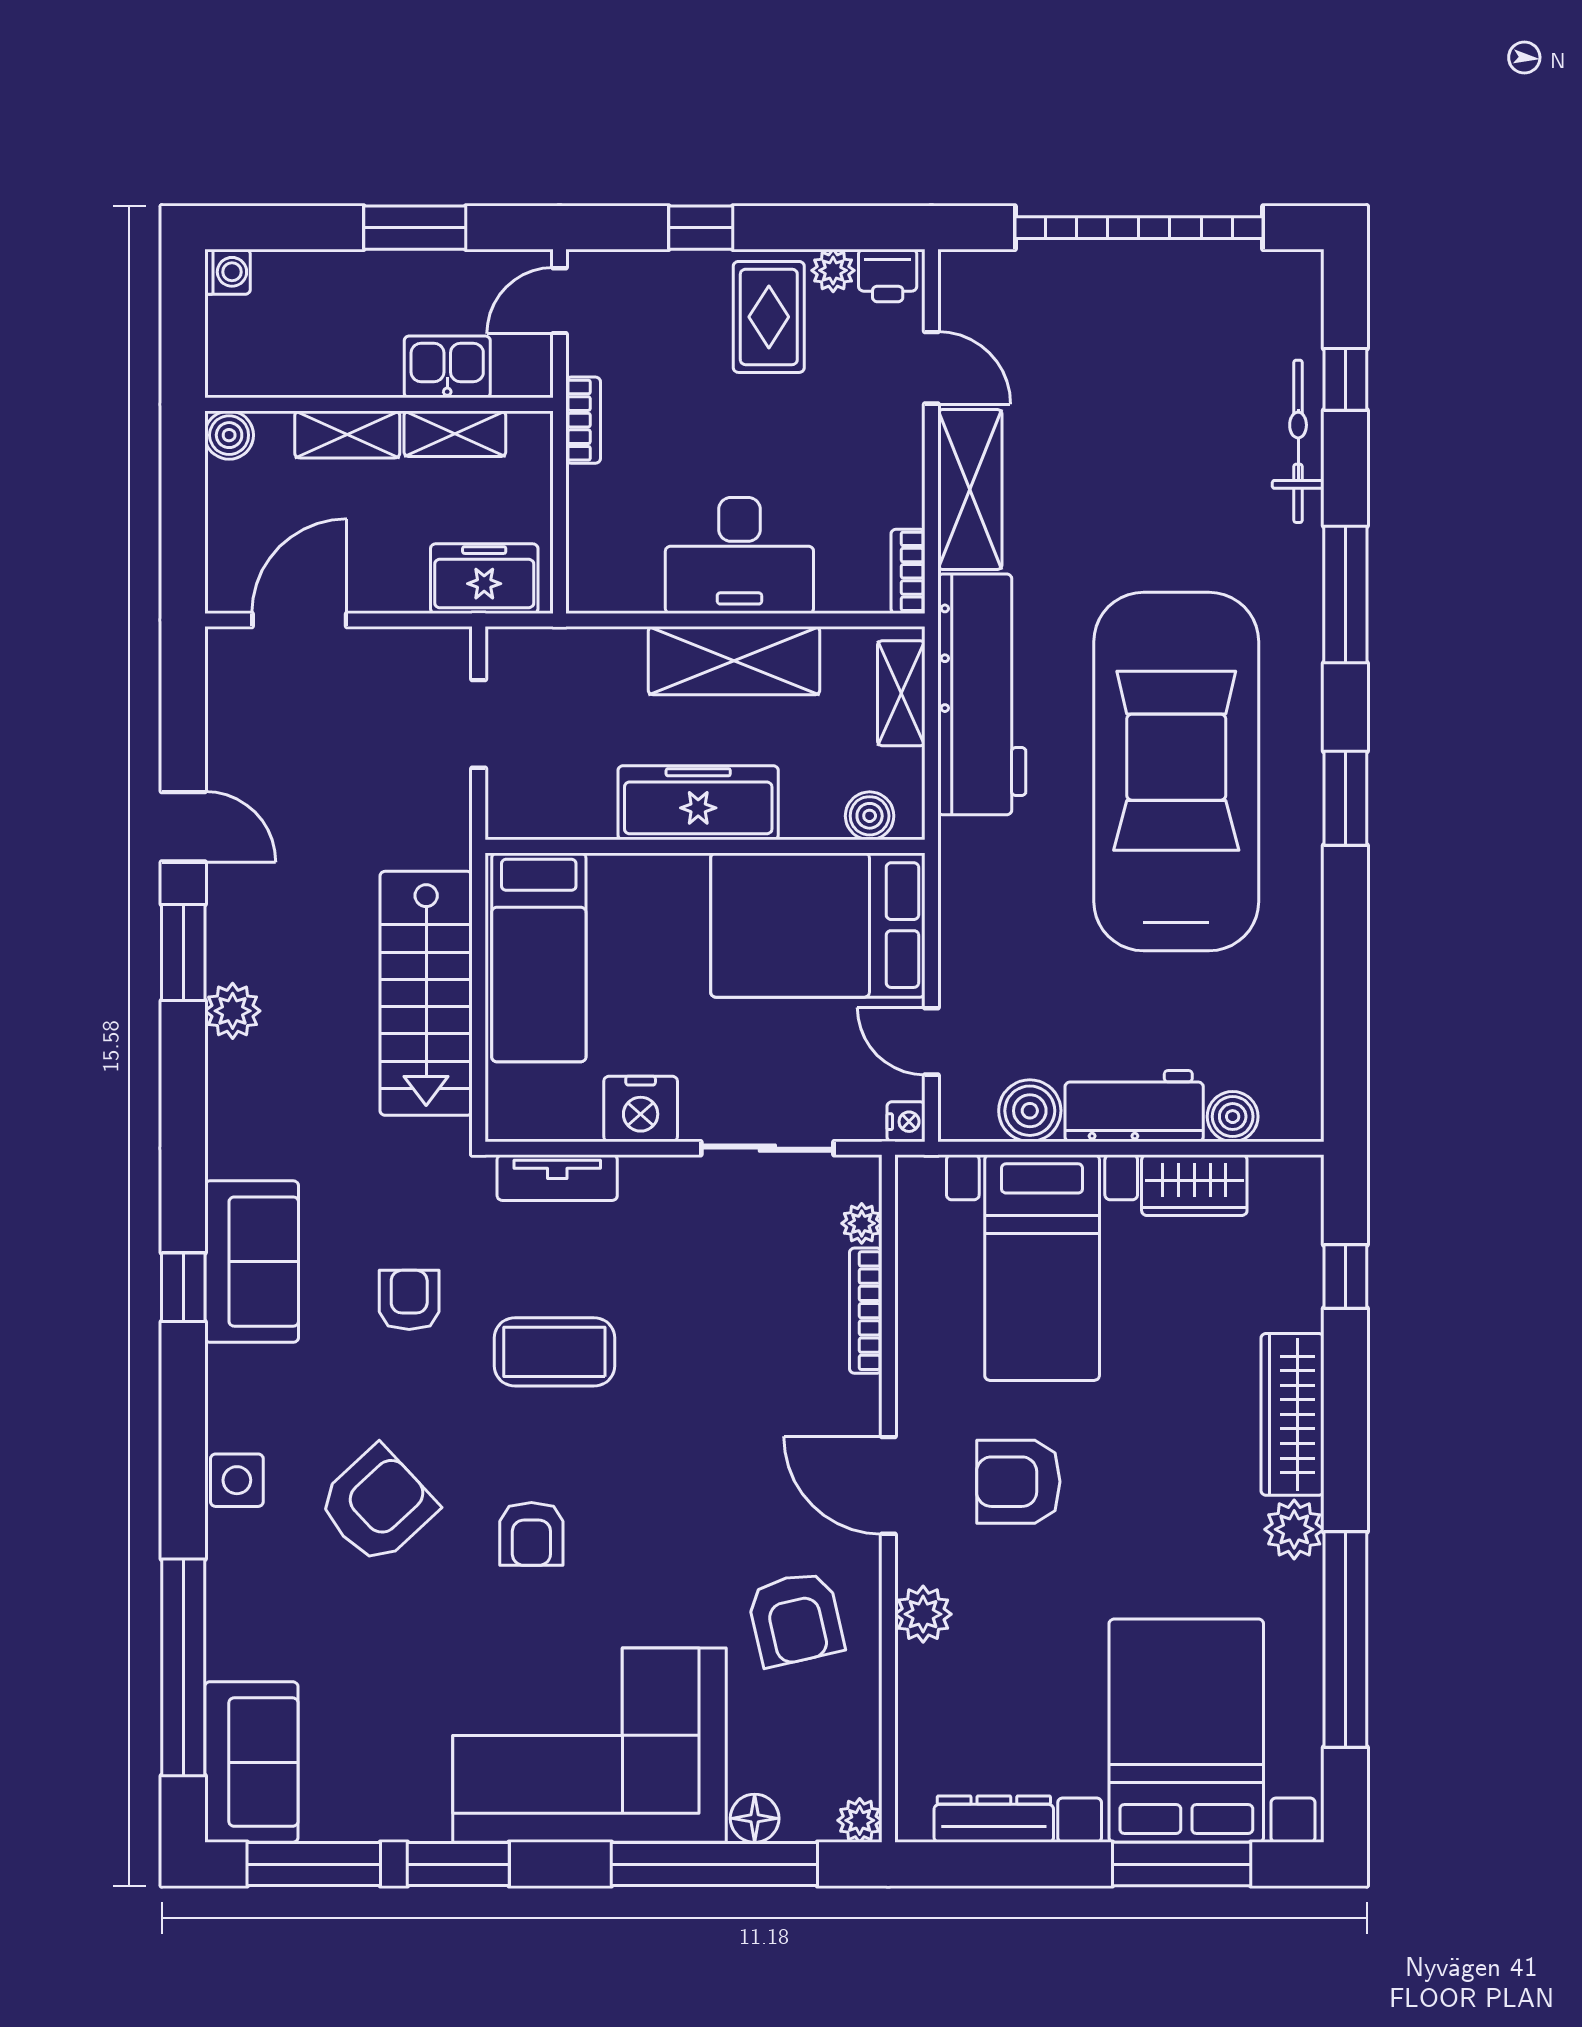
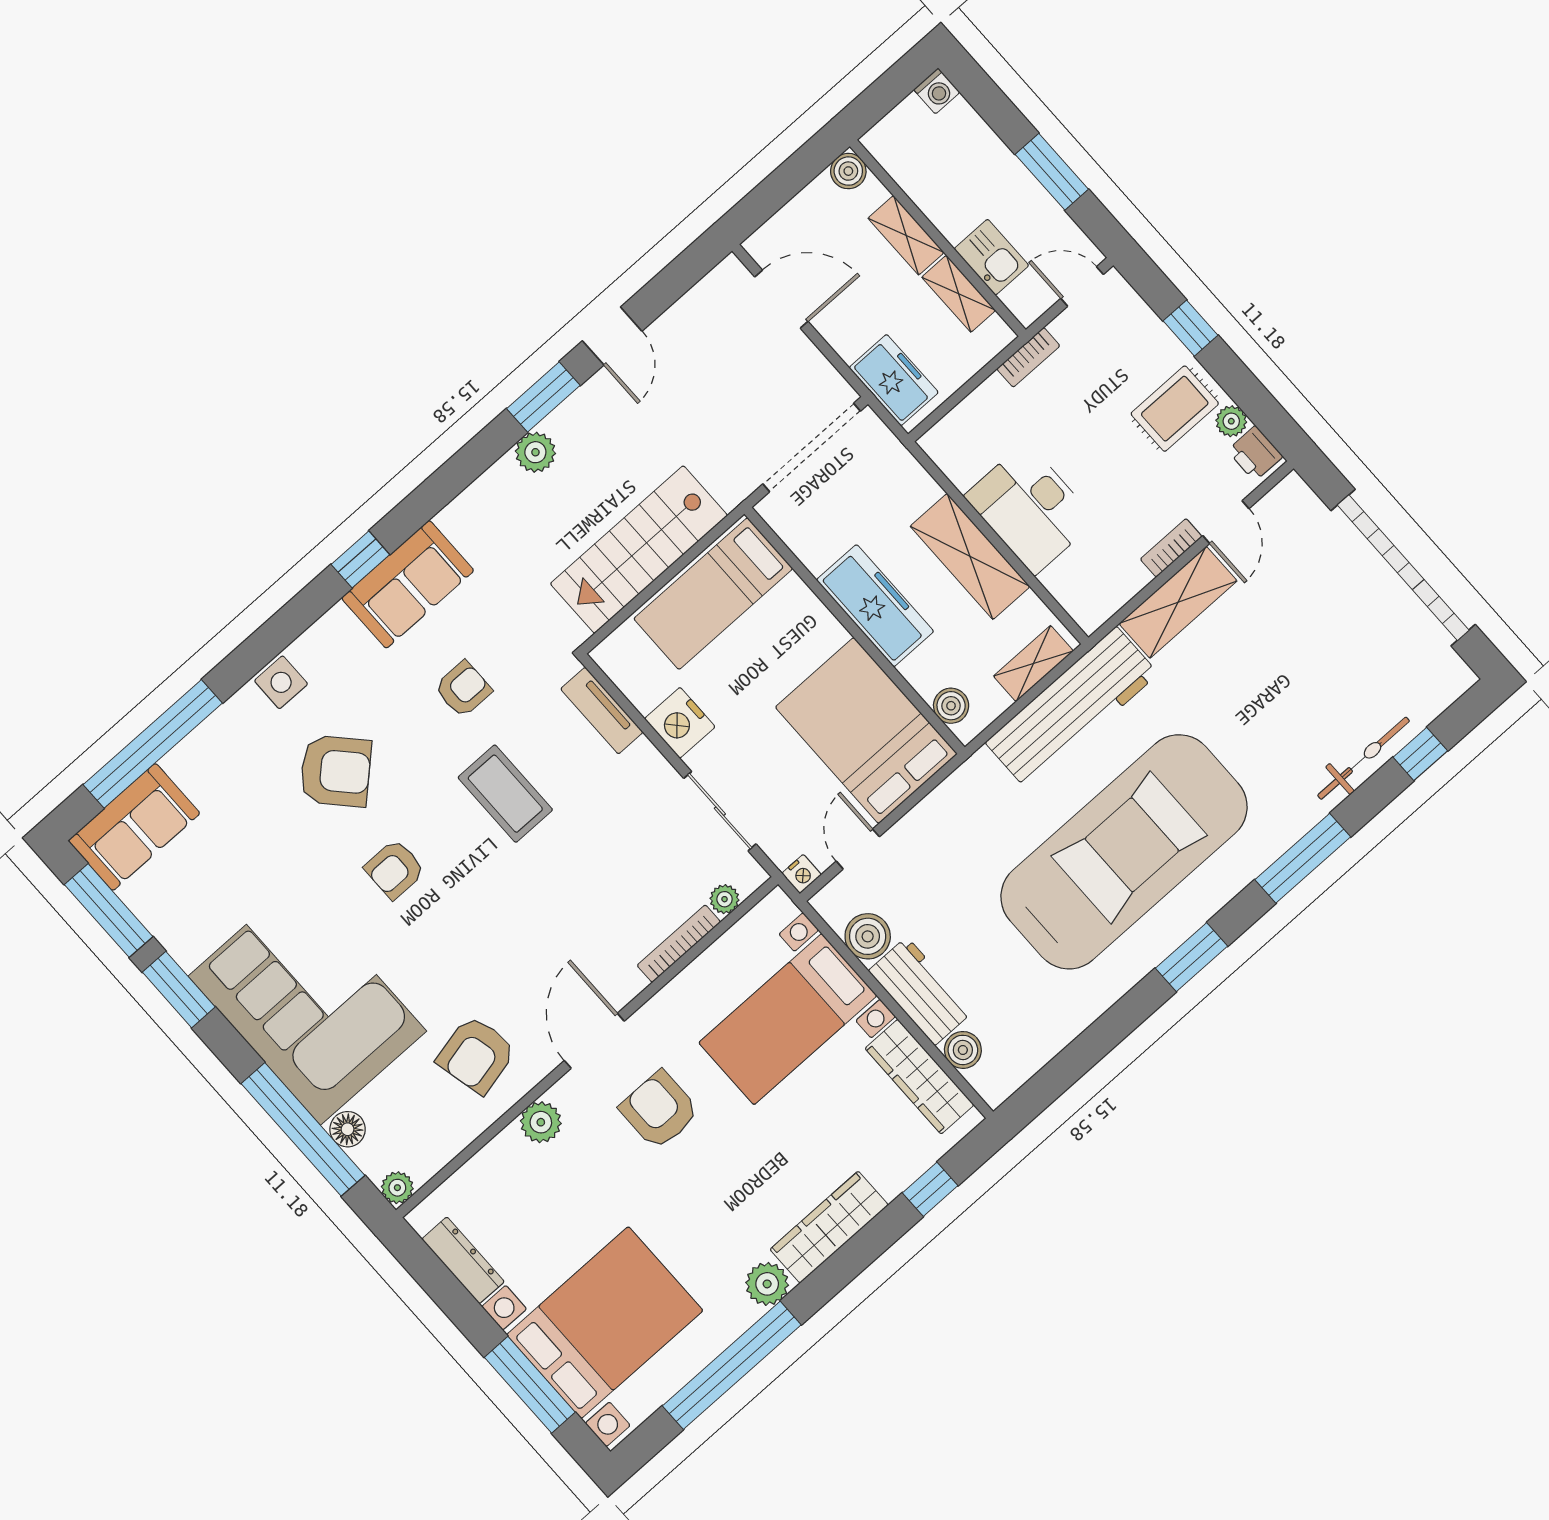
bookcase: (908, 571) -> (1171, 548), moved
doorway: (479, 724) -> (812, 448), width x1.87
wardrobe: (1194, 1185) -> (919, 1077), width x1.50

